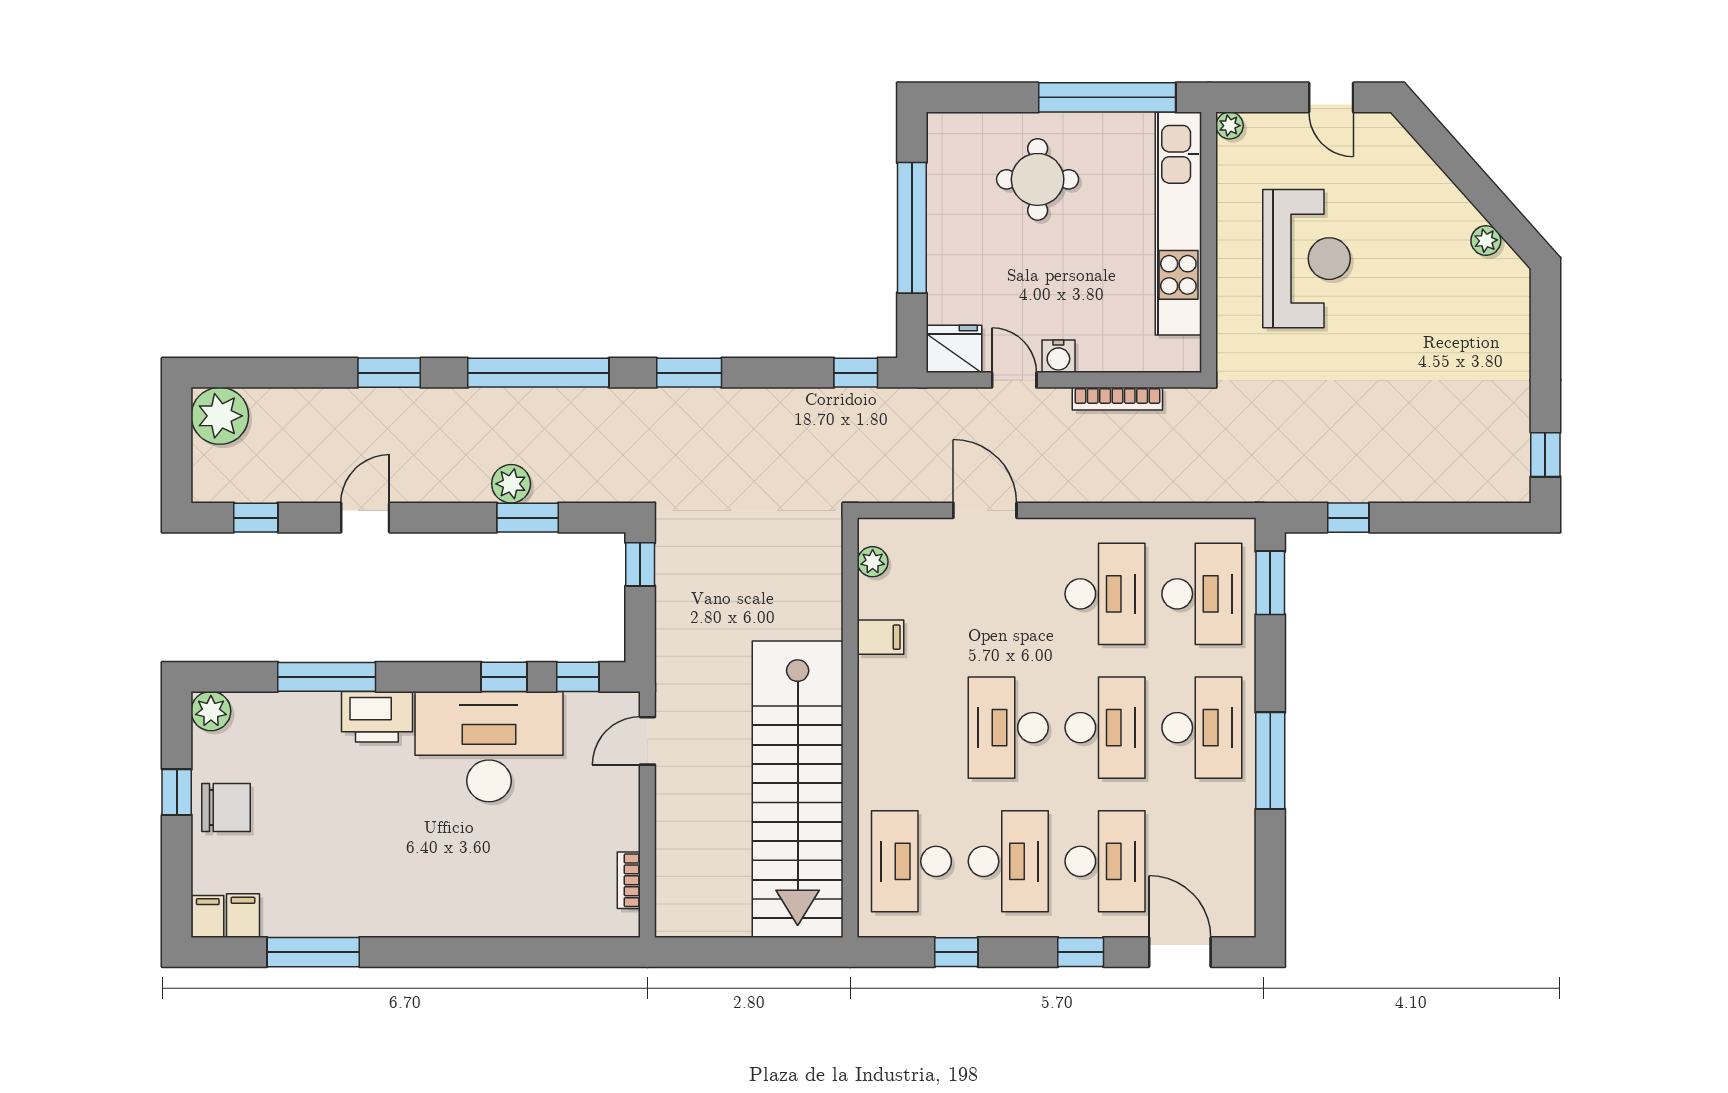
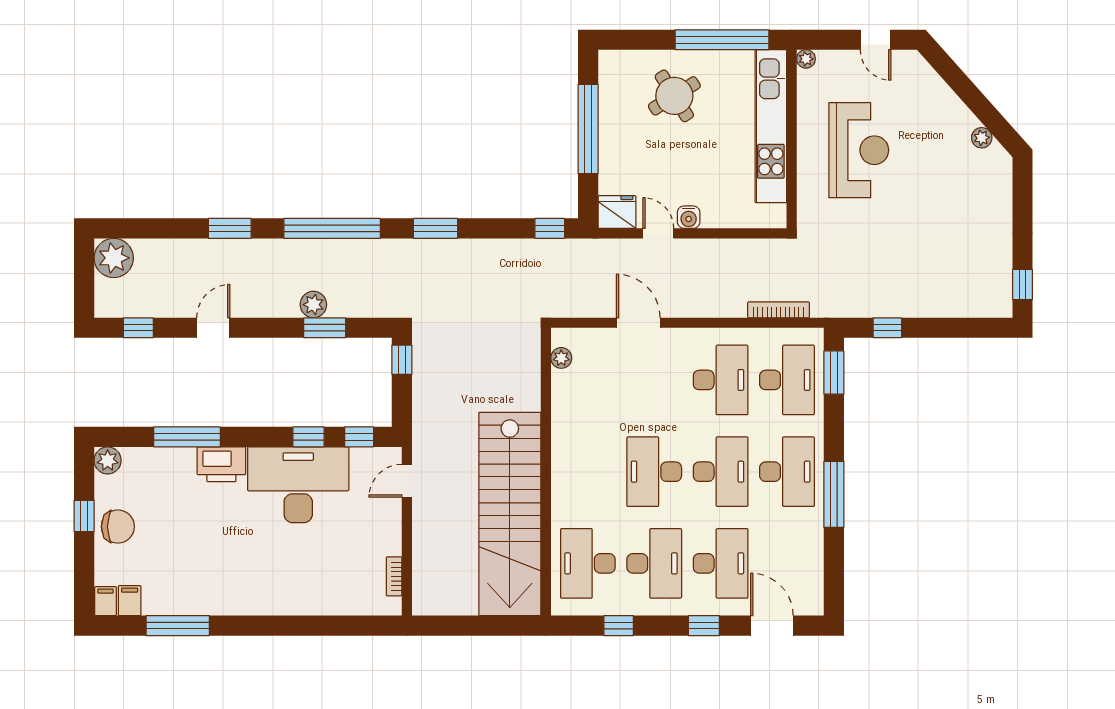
round table: (1038, 179) -> (674, 96), turned -32
bookcase: (1117, 399) -> (778, 310), moved, turned 180
filing cabinet: (881, 637) -> (567, 410), removed

